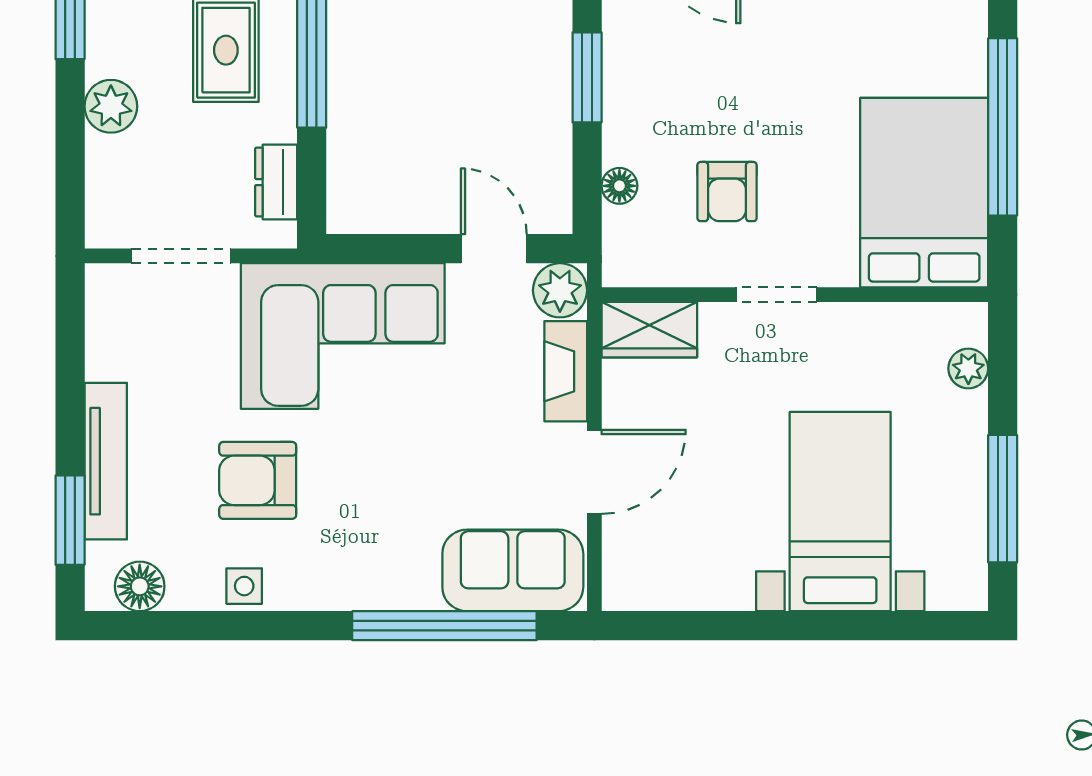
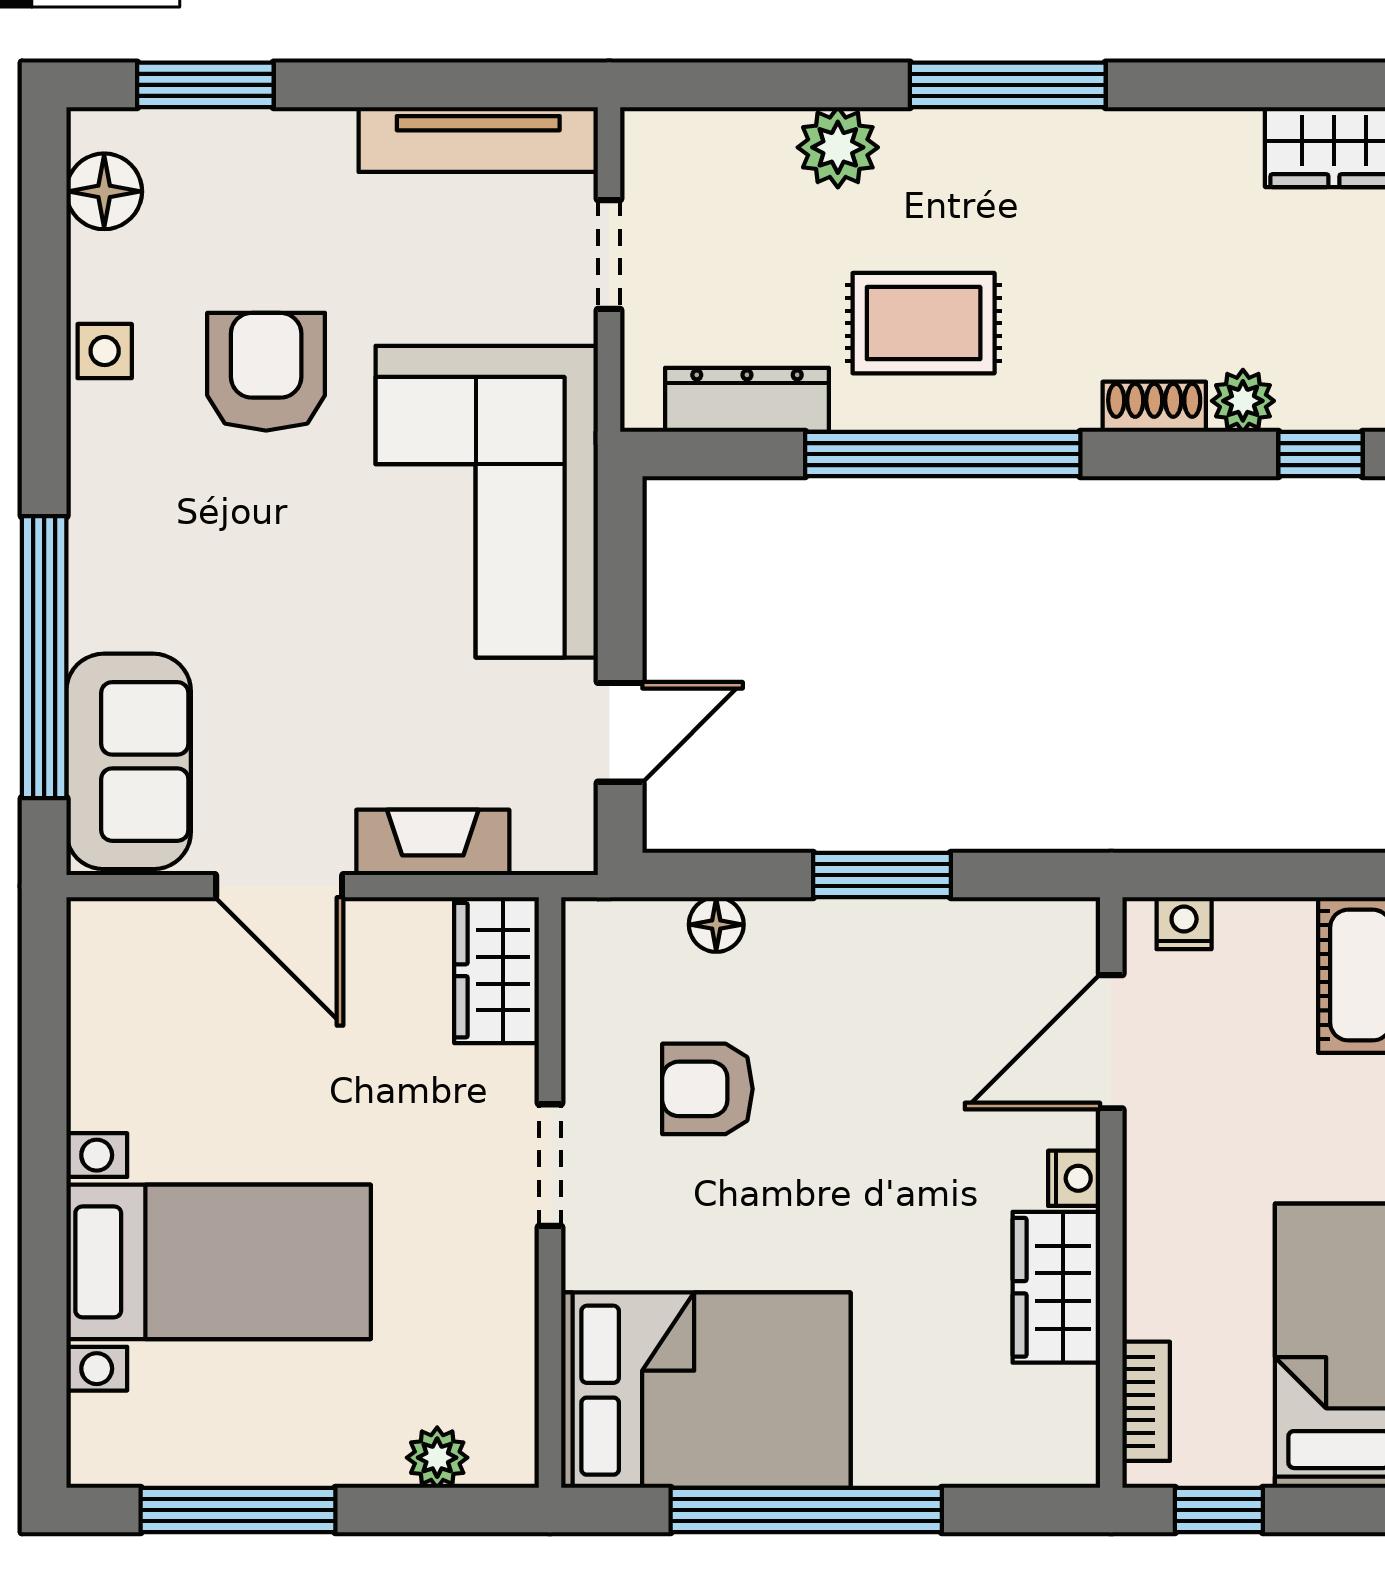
dresser: (276, 182) -> (747, 400), width x1.44
doorway: (181, 256) -> (609, 254), width x0.73
plant: (560, 290) -> (557, 834), removed
tv unit: (106, 461) -> (478, 139), moved

